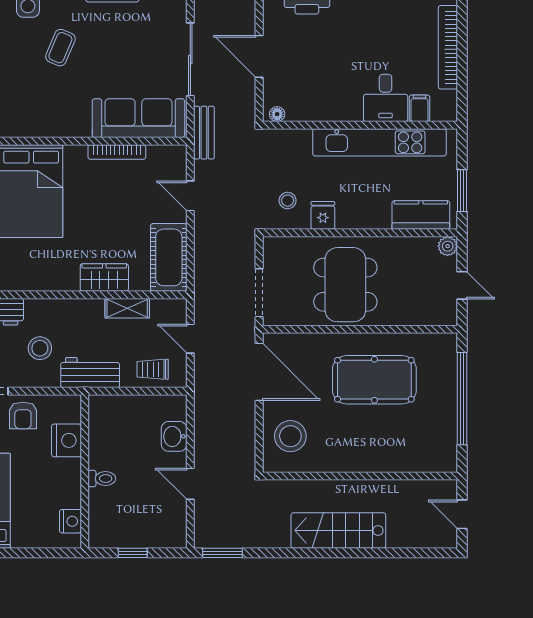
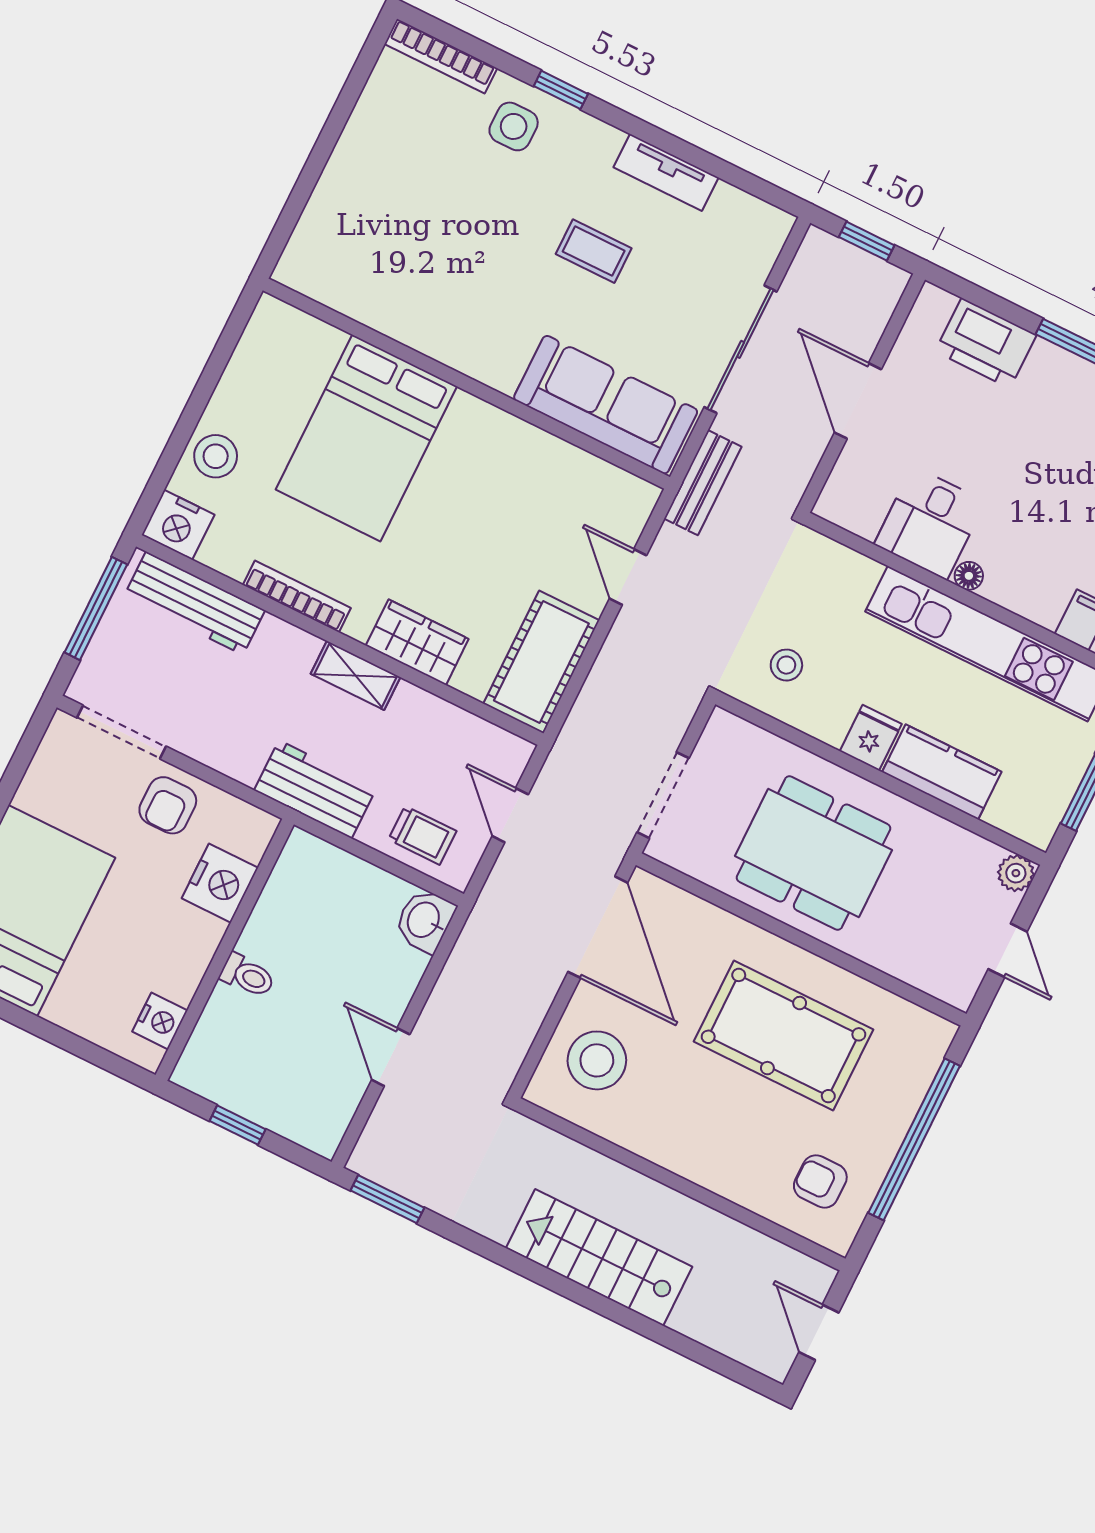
coffee table: (60, 48) -> (594, 251), moved, turned 67
desk: (386, 98) -> (930, 523), moved
floor lamp: (277, 114) -> (969, 576), moved
bookcase: (117, 152) -> (297, 596), moved, turned 180
fridge: (323, 215) -> (871, 738), moved
kitchen counter: (421, 215) -> (942, 772), moved
dining table: (345, 285) -> (813, 853), turned 90
shelving: (127, 308) -> (356, 676), moved
stool: (40, 348) -> (251, 707), removed
trolley: (153, 369) -> (422, 835), turned 180
washbasin: (174, 436) -> (425, 920), moved
armchair: (427, 441) -> (820, 1181), added

